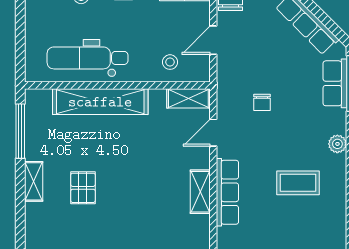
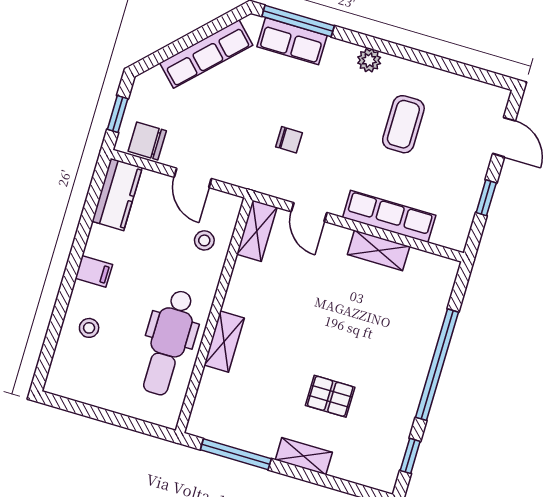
shelving: (100, 102) -> (224, 341), width x0.45, depth x0.75

